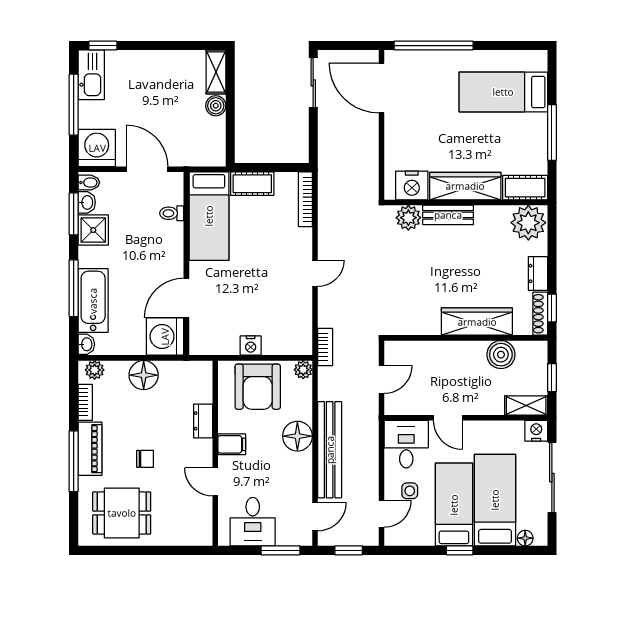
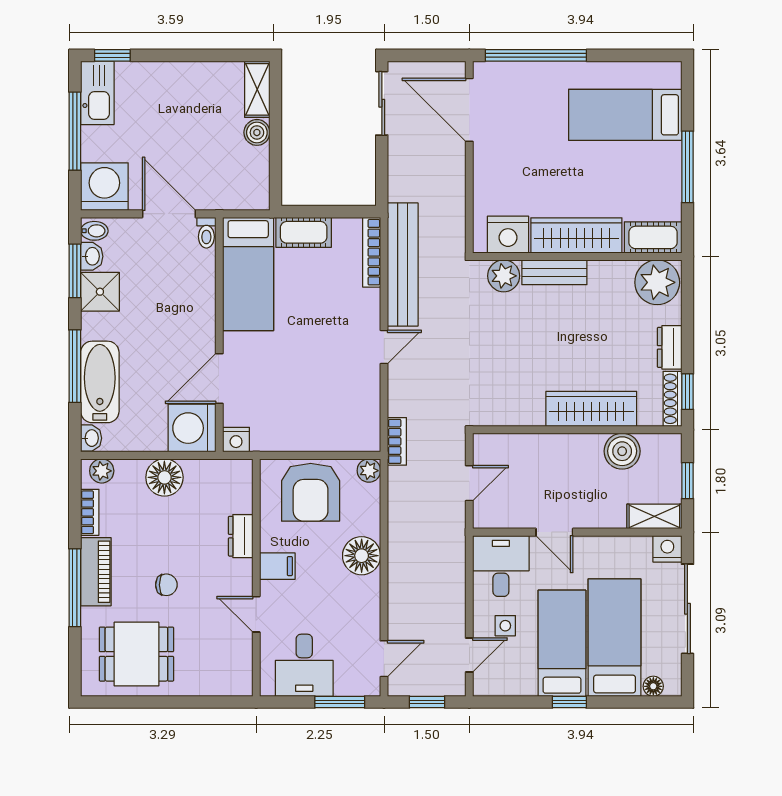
toilet: (172, 213) -> (206, 233), moved, turned -90
nightstand: (251, 346) -> (236, 440), moved
bench: (330, 450) -> (403, 265), moved

